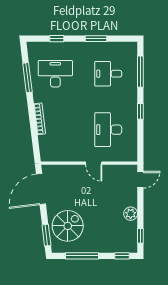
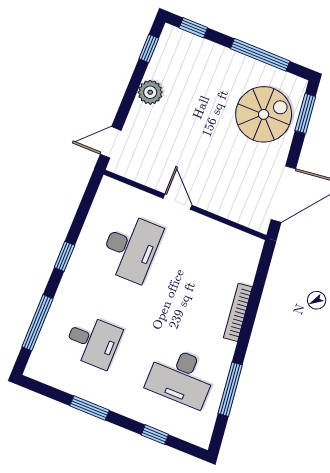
spiral stairs: (68, 226) -> (264, 114), turned 180

